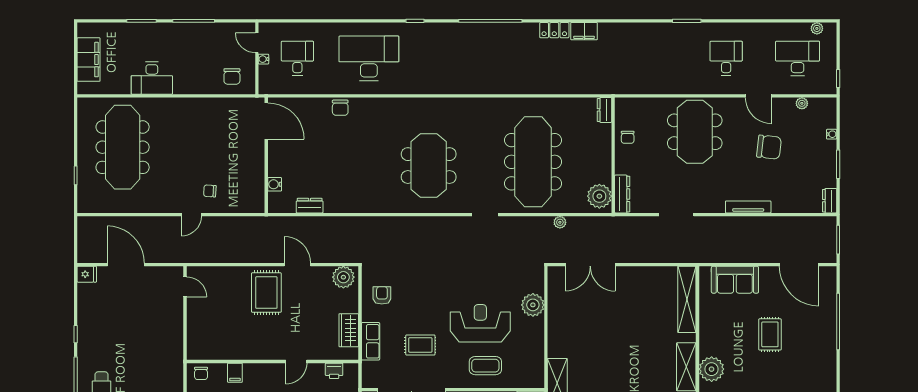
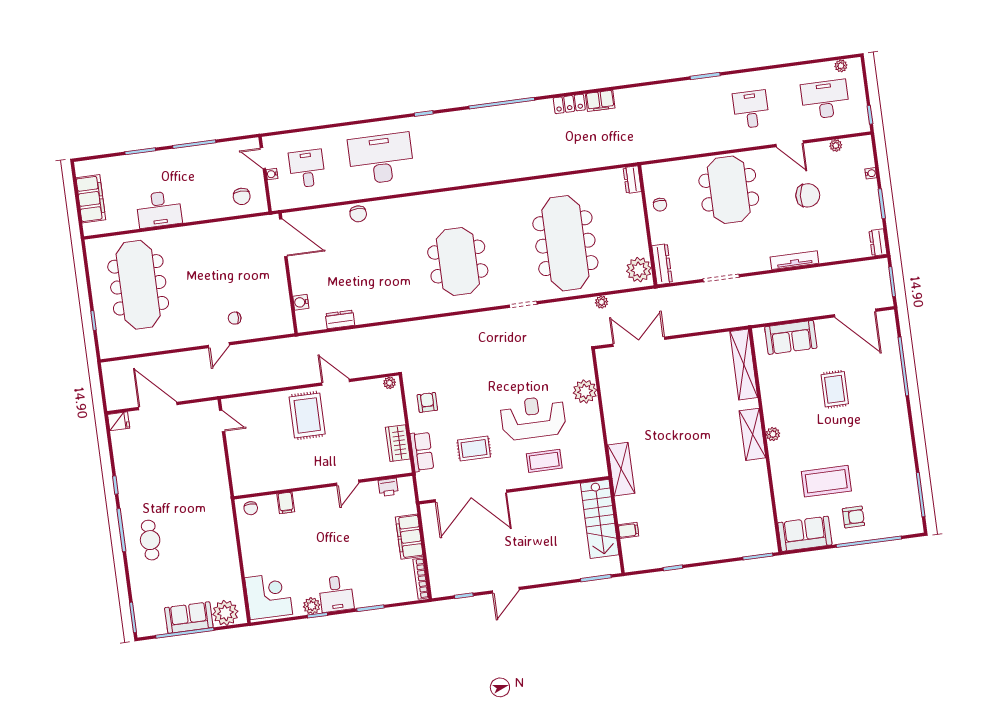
double door: (590, 265) -> (639, 342), swing flipped
plant: (343, 277) -> (389, 383), width x0.53, depth x0.53
plant: (712, 369) -> (773, 434), width x0.53, depth x0.53

